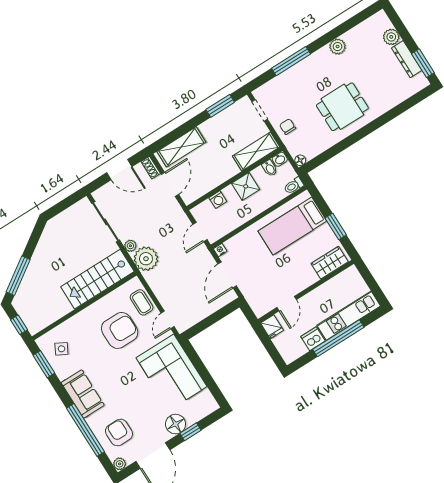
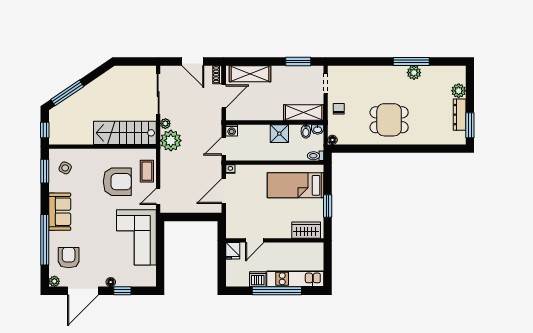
window: (291, 61) -> (411, 61), moved
washing machine: (218, 200) -> (232, 130), moved
floor lamp: (176, 424) -> (111, 282), width x0.53, depth x0.53

